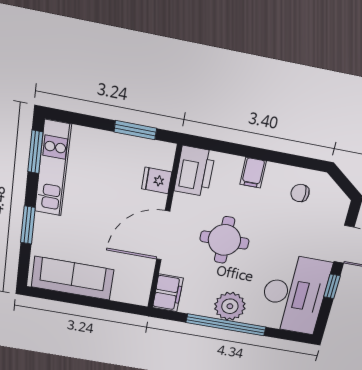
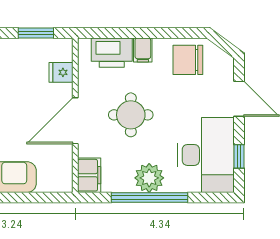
printer: (195, 171) -> (112, 53), moved, turned 90
chair: (300, 193) -> (188, 60), width x1.87, depth x1.87
window: (332, 286) -> (239, 156), moved

